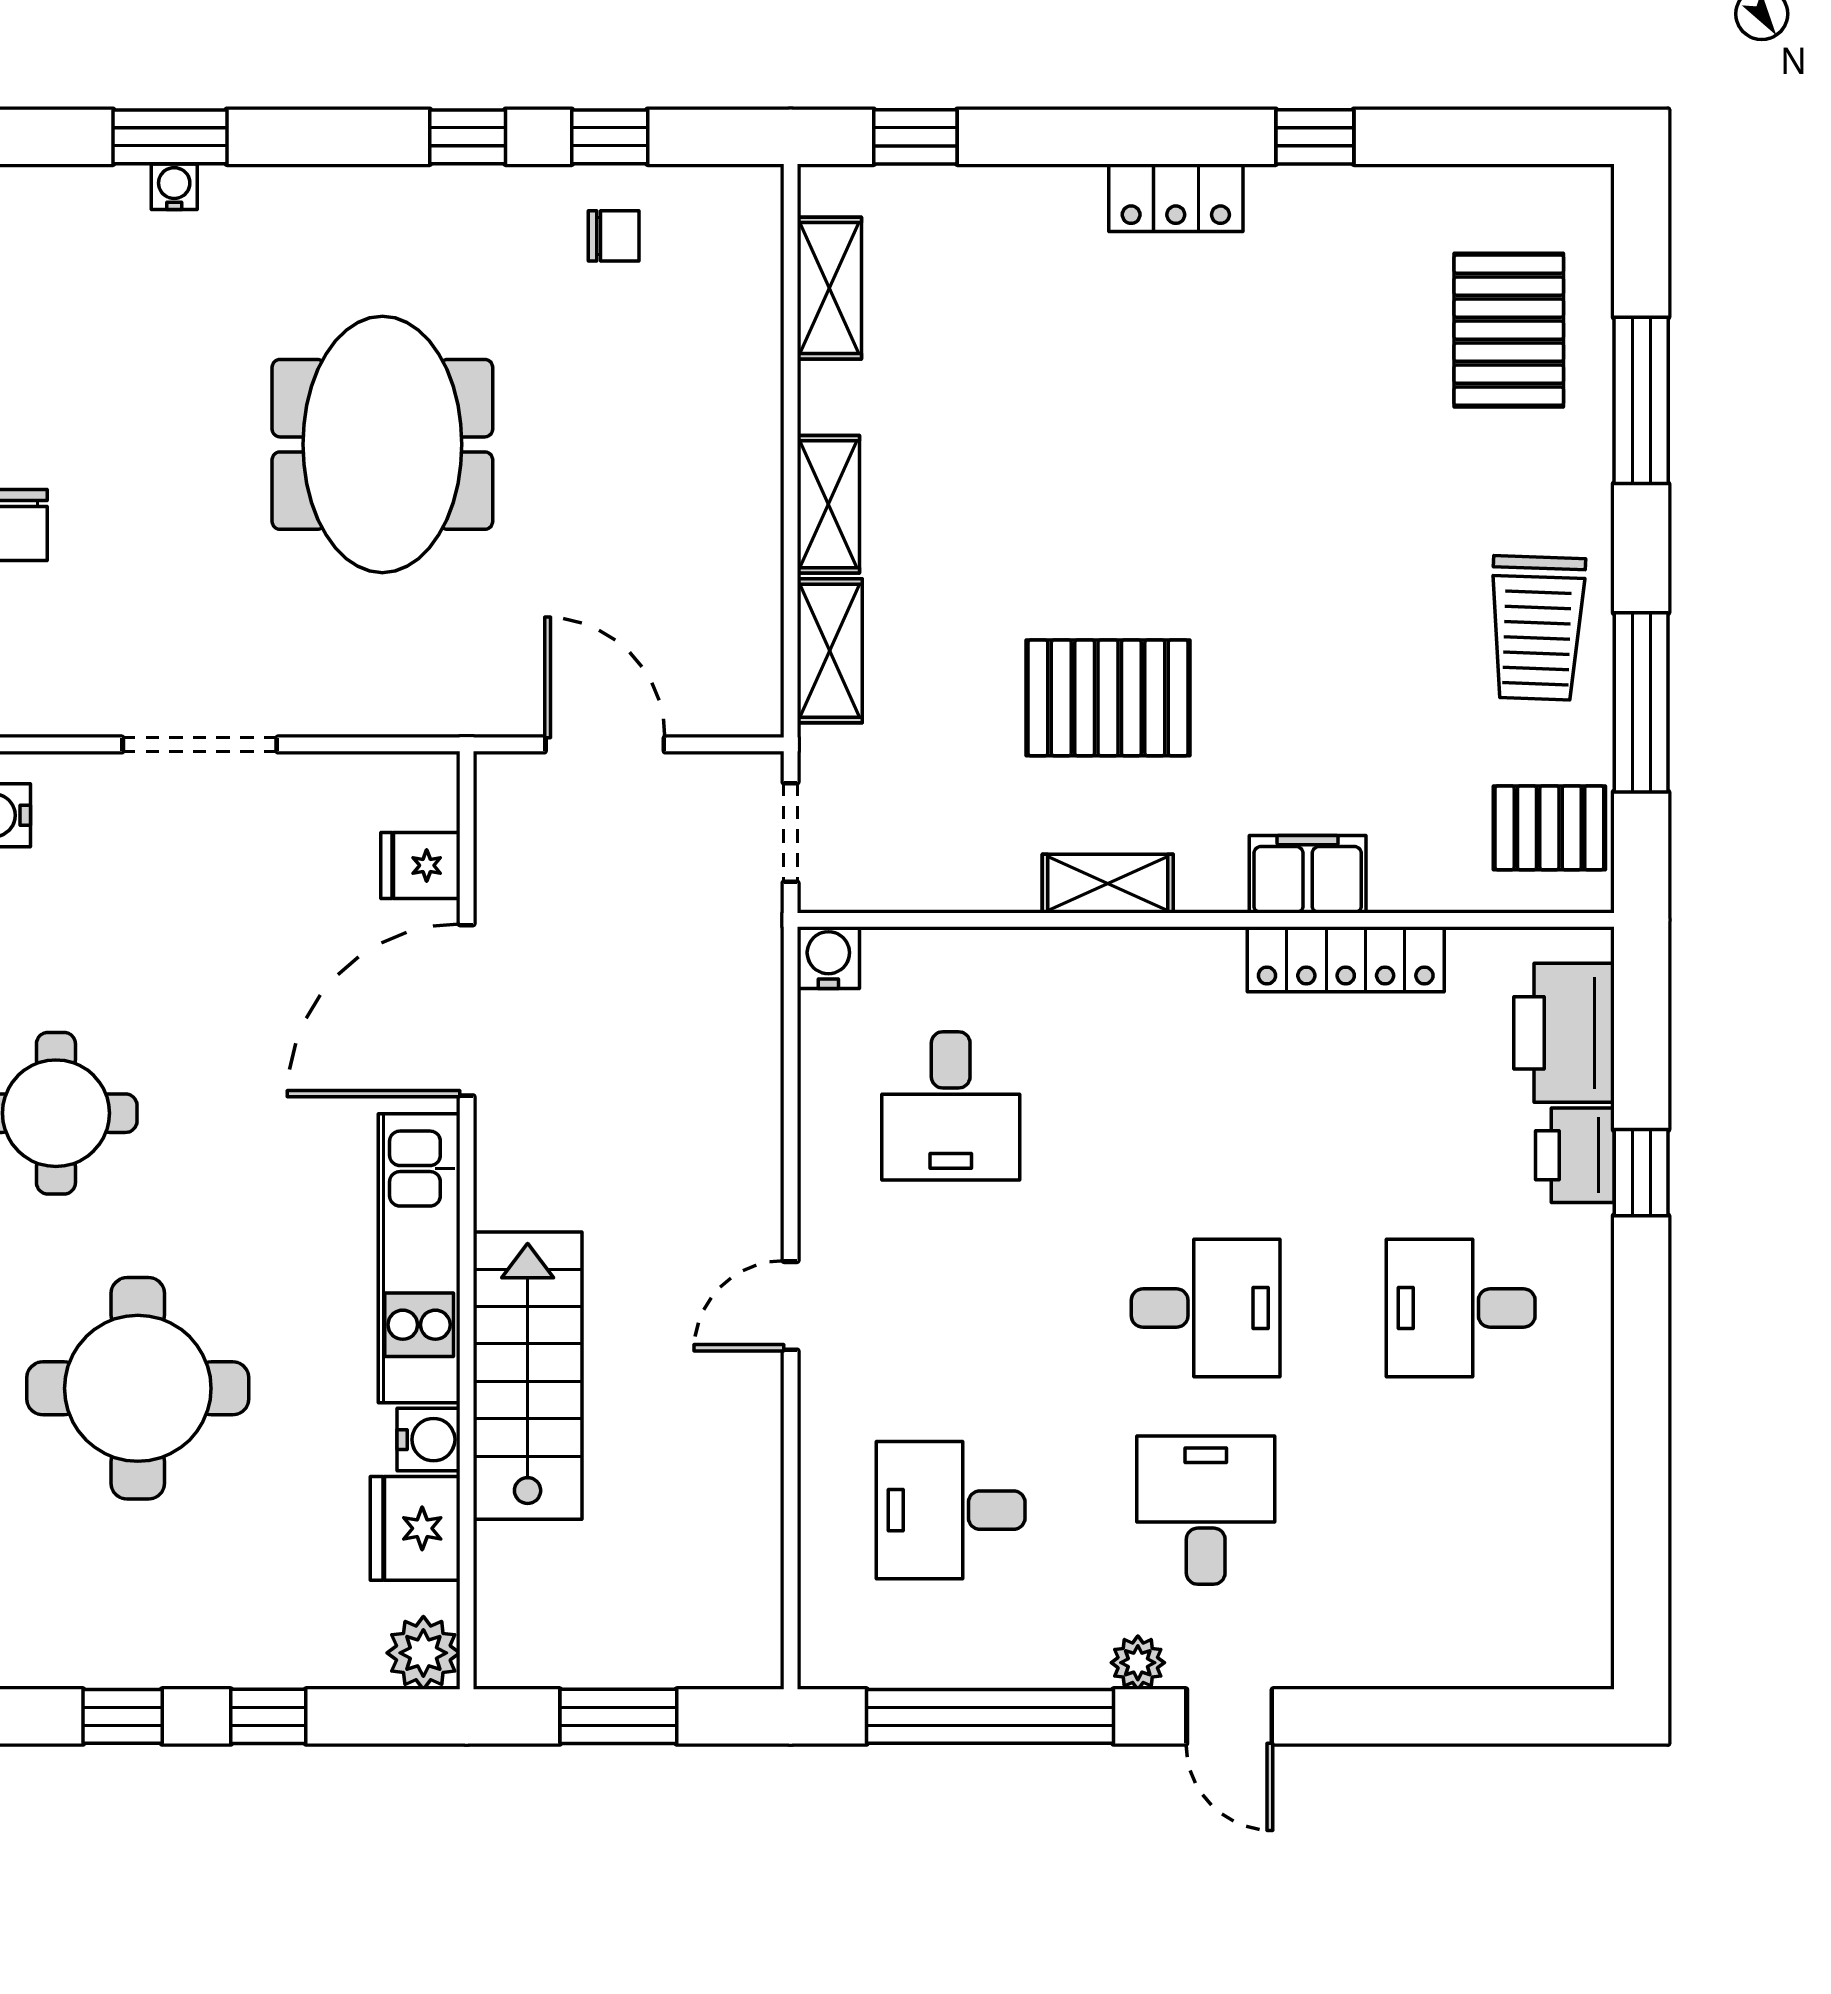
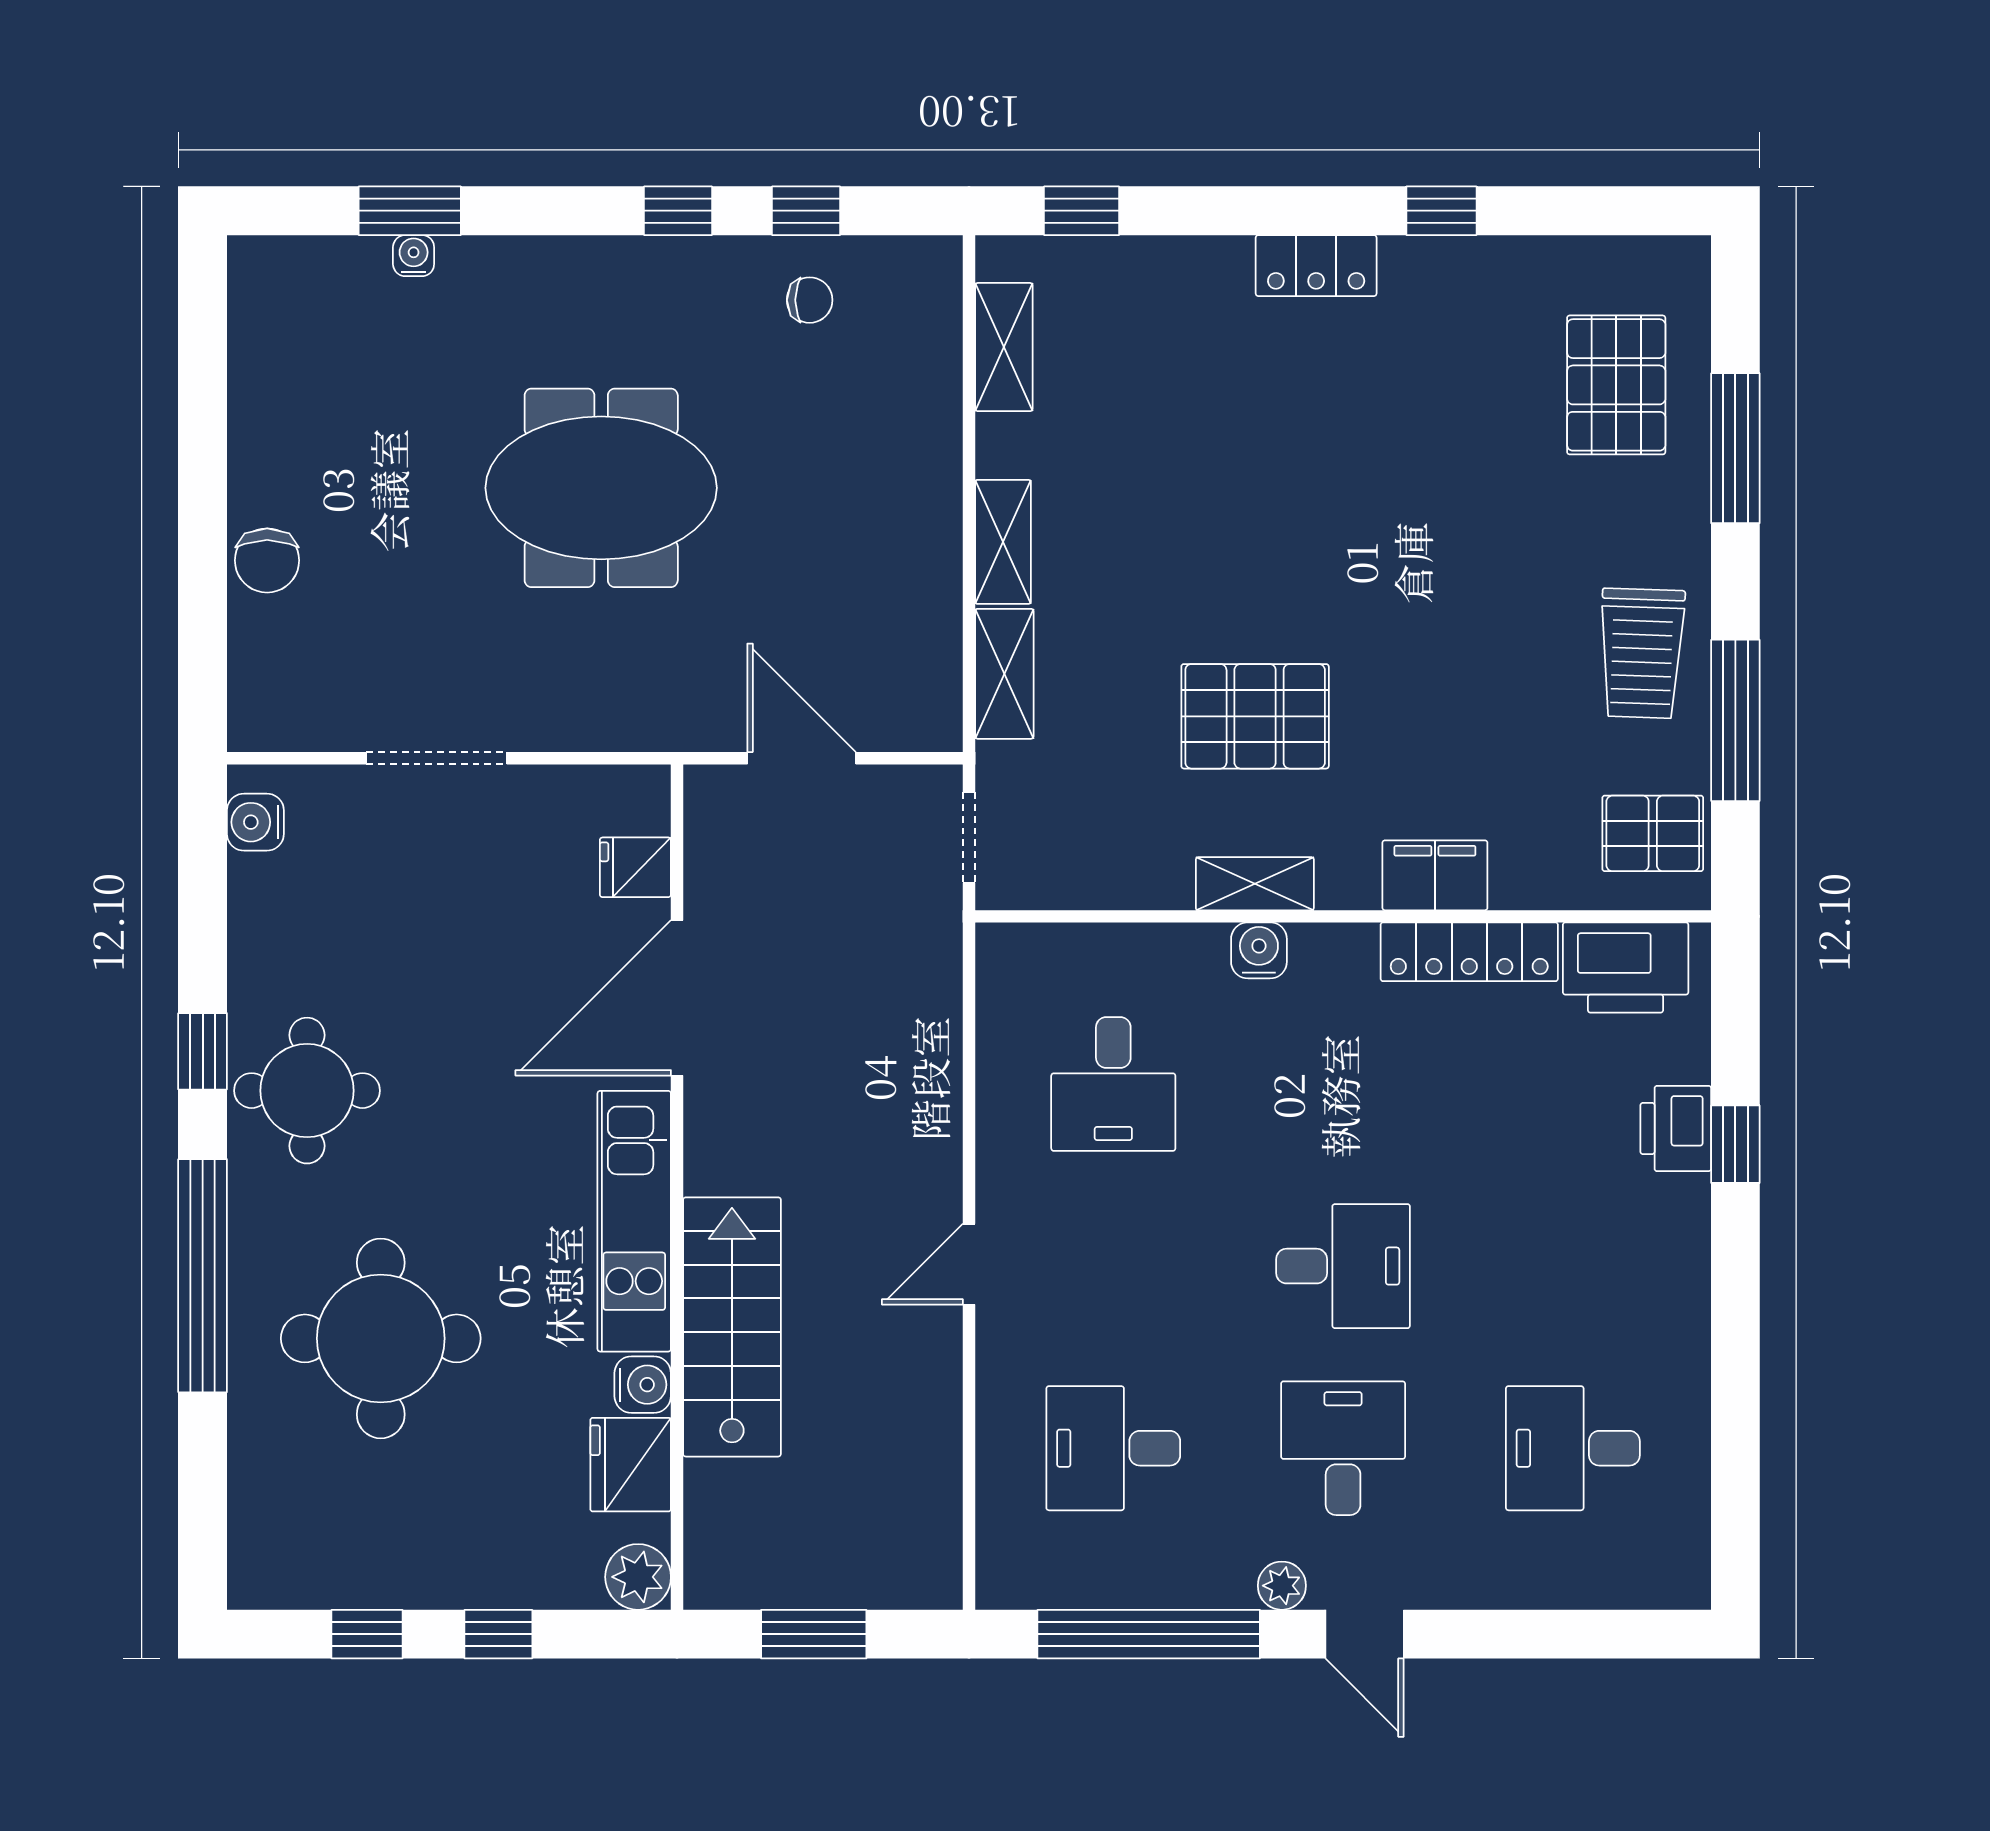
meeting table: (382, 444) -> (601, 488), turned 90
water cooler: (828, 958) -> (1259, 950), moved
printer: (1564, 1033) -> (1626, 968), moved, turned -90
desk: (1461, 1308) -> (1573, 1448), moved

